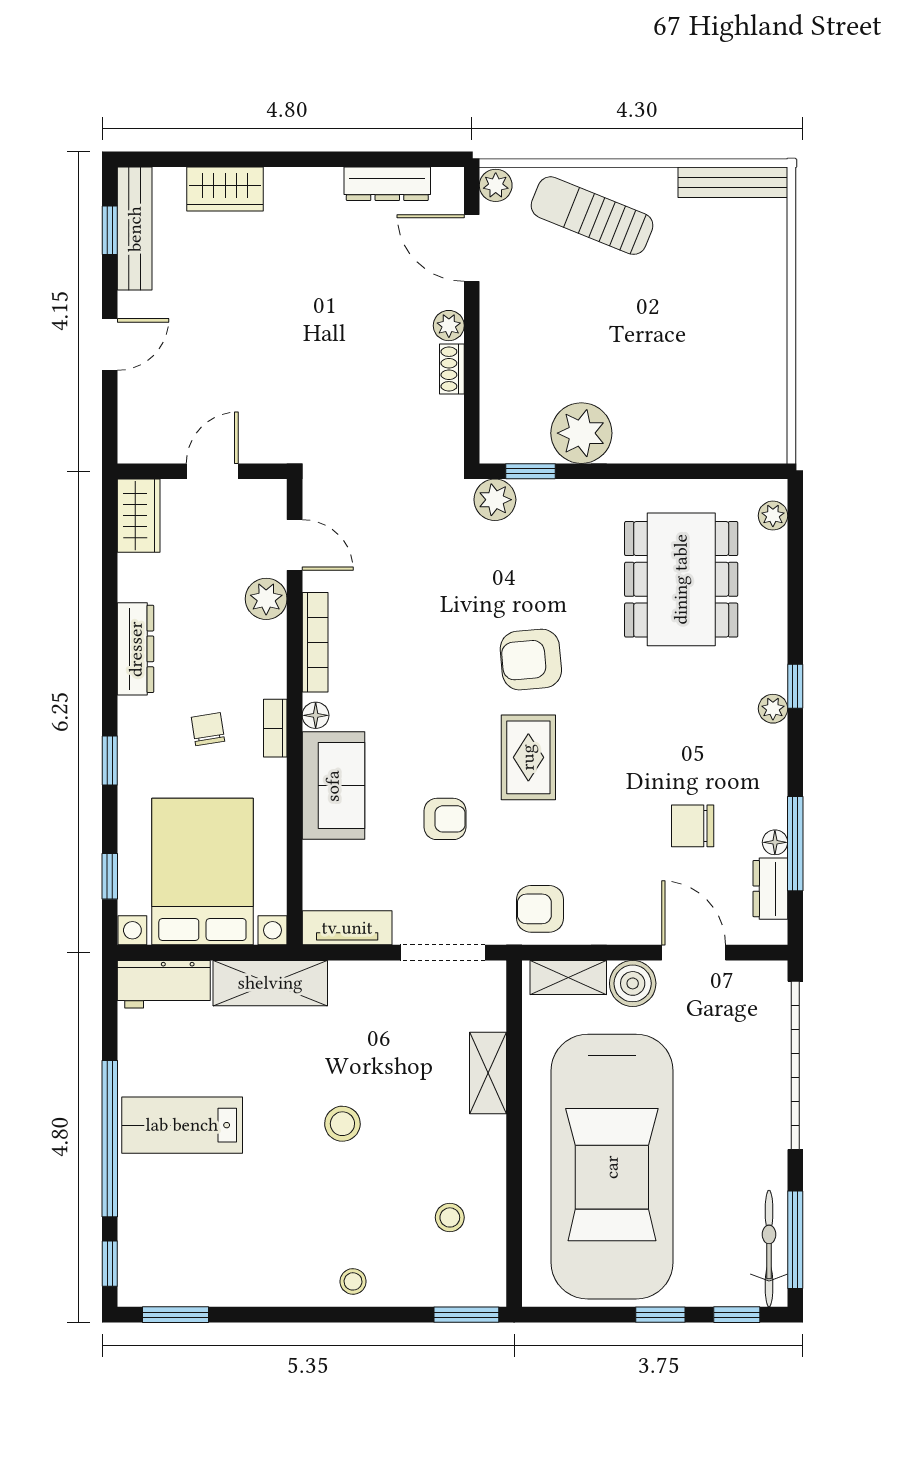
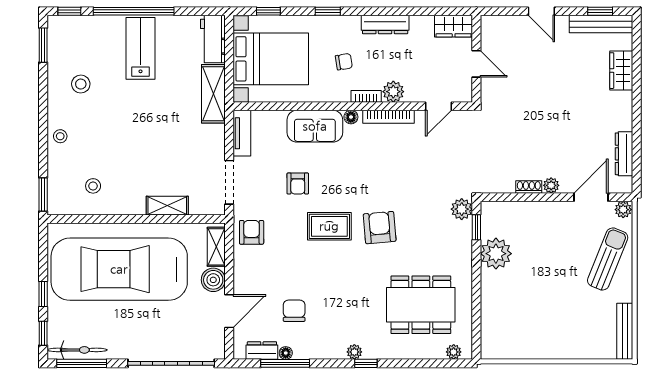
plant: (266, 599) -> (393, 92), moved
bookcase: (275, 728) -> (366, 96), moved
stool: (342, 1124) -> (81, 84), moved

